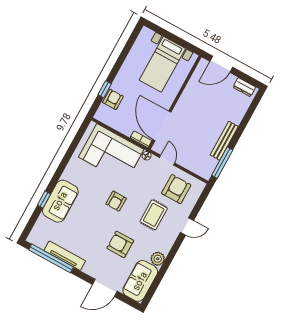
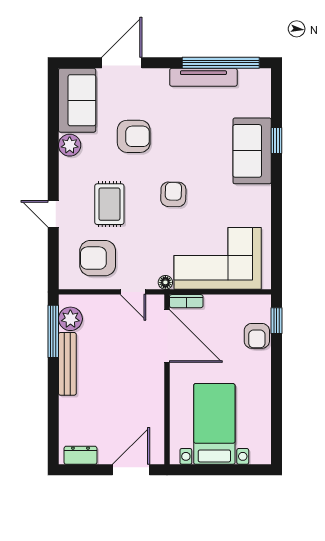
window: (105, 89) -> (277, 321), moved
plant: (209, 164) -> (70, 319), added
armchair: (176, 189) -> (98, 258), turned 90
door: (187, 226) -> (53, 214), hinge flipped

